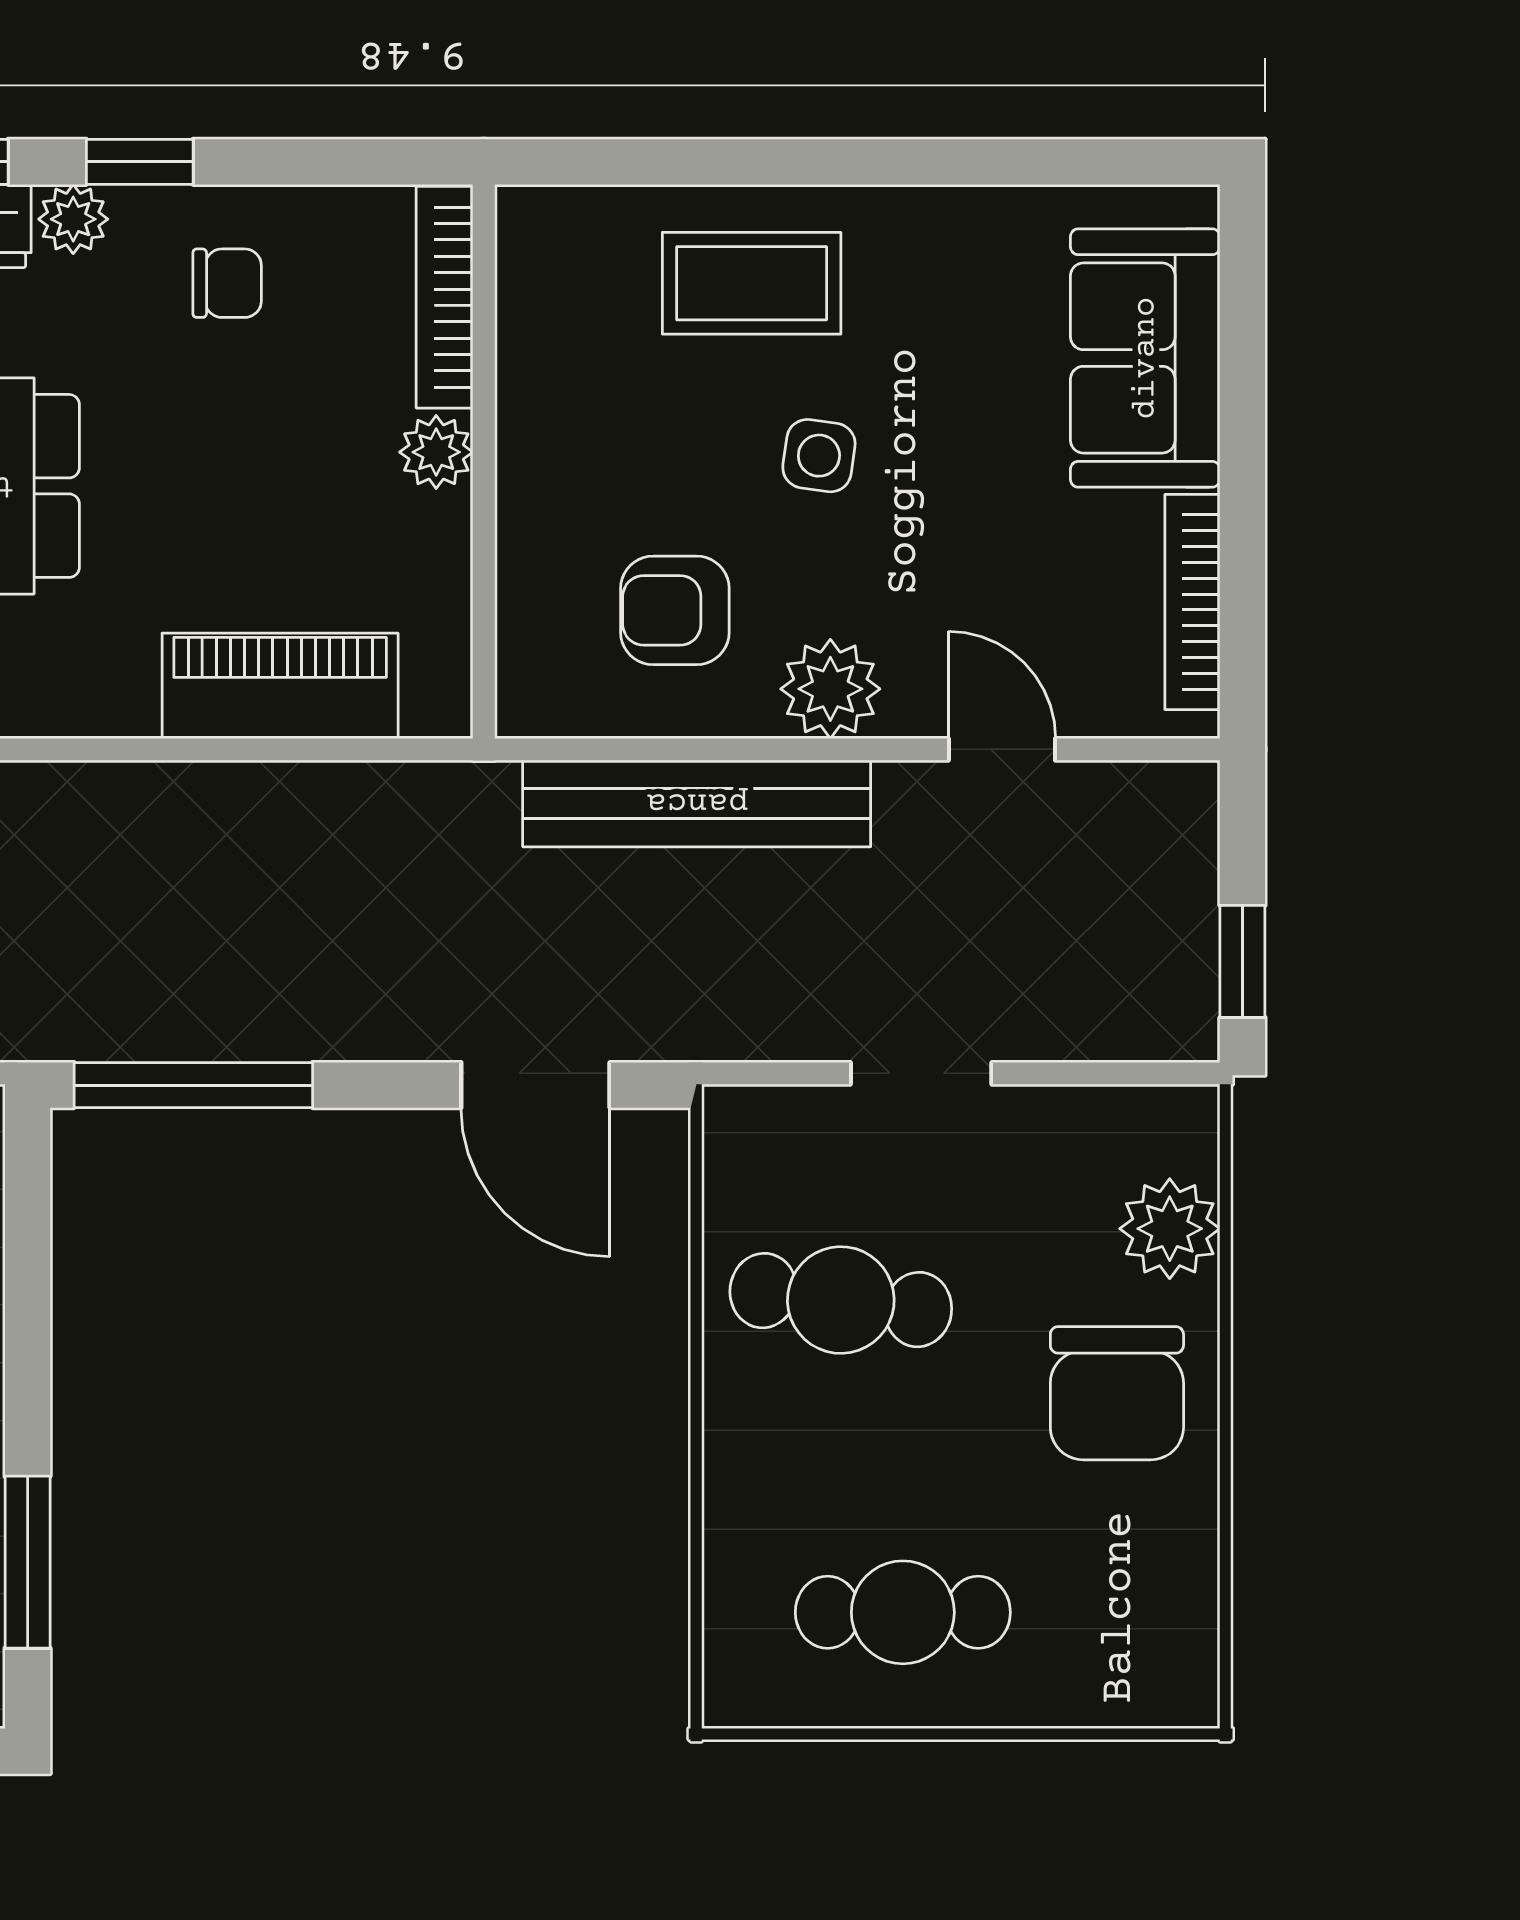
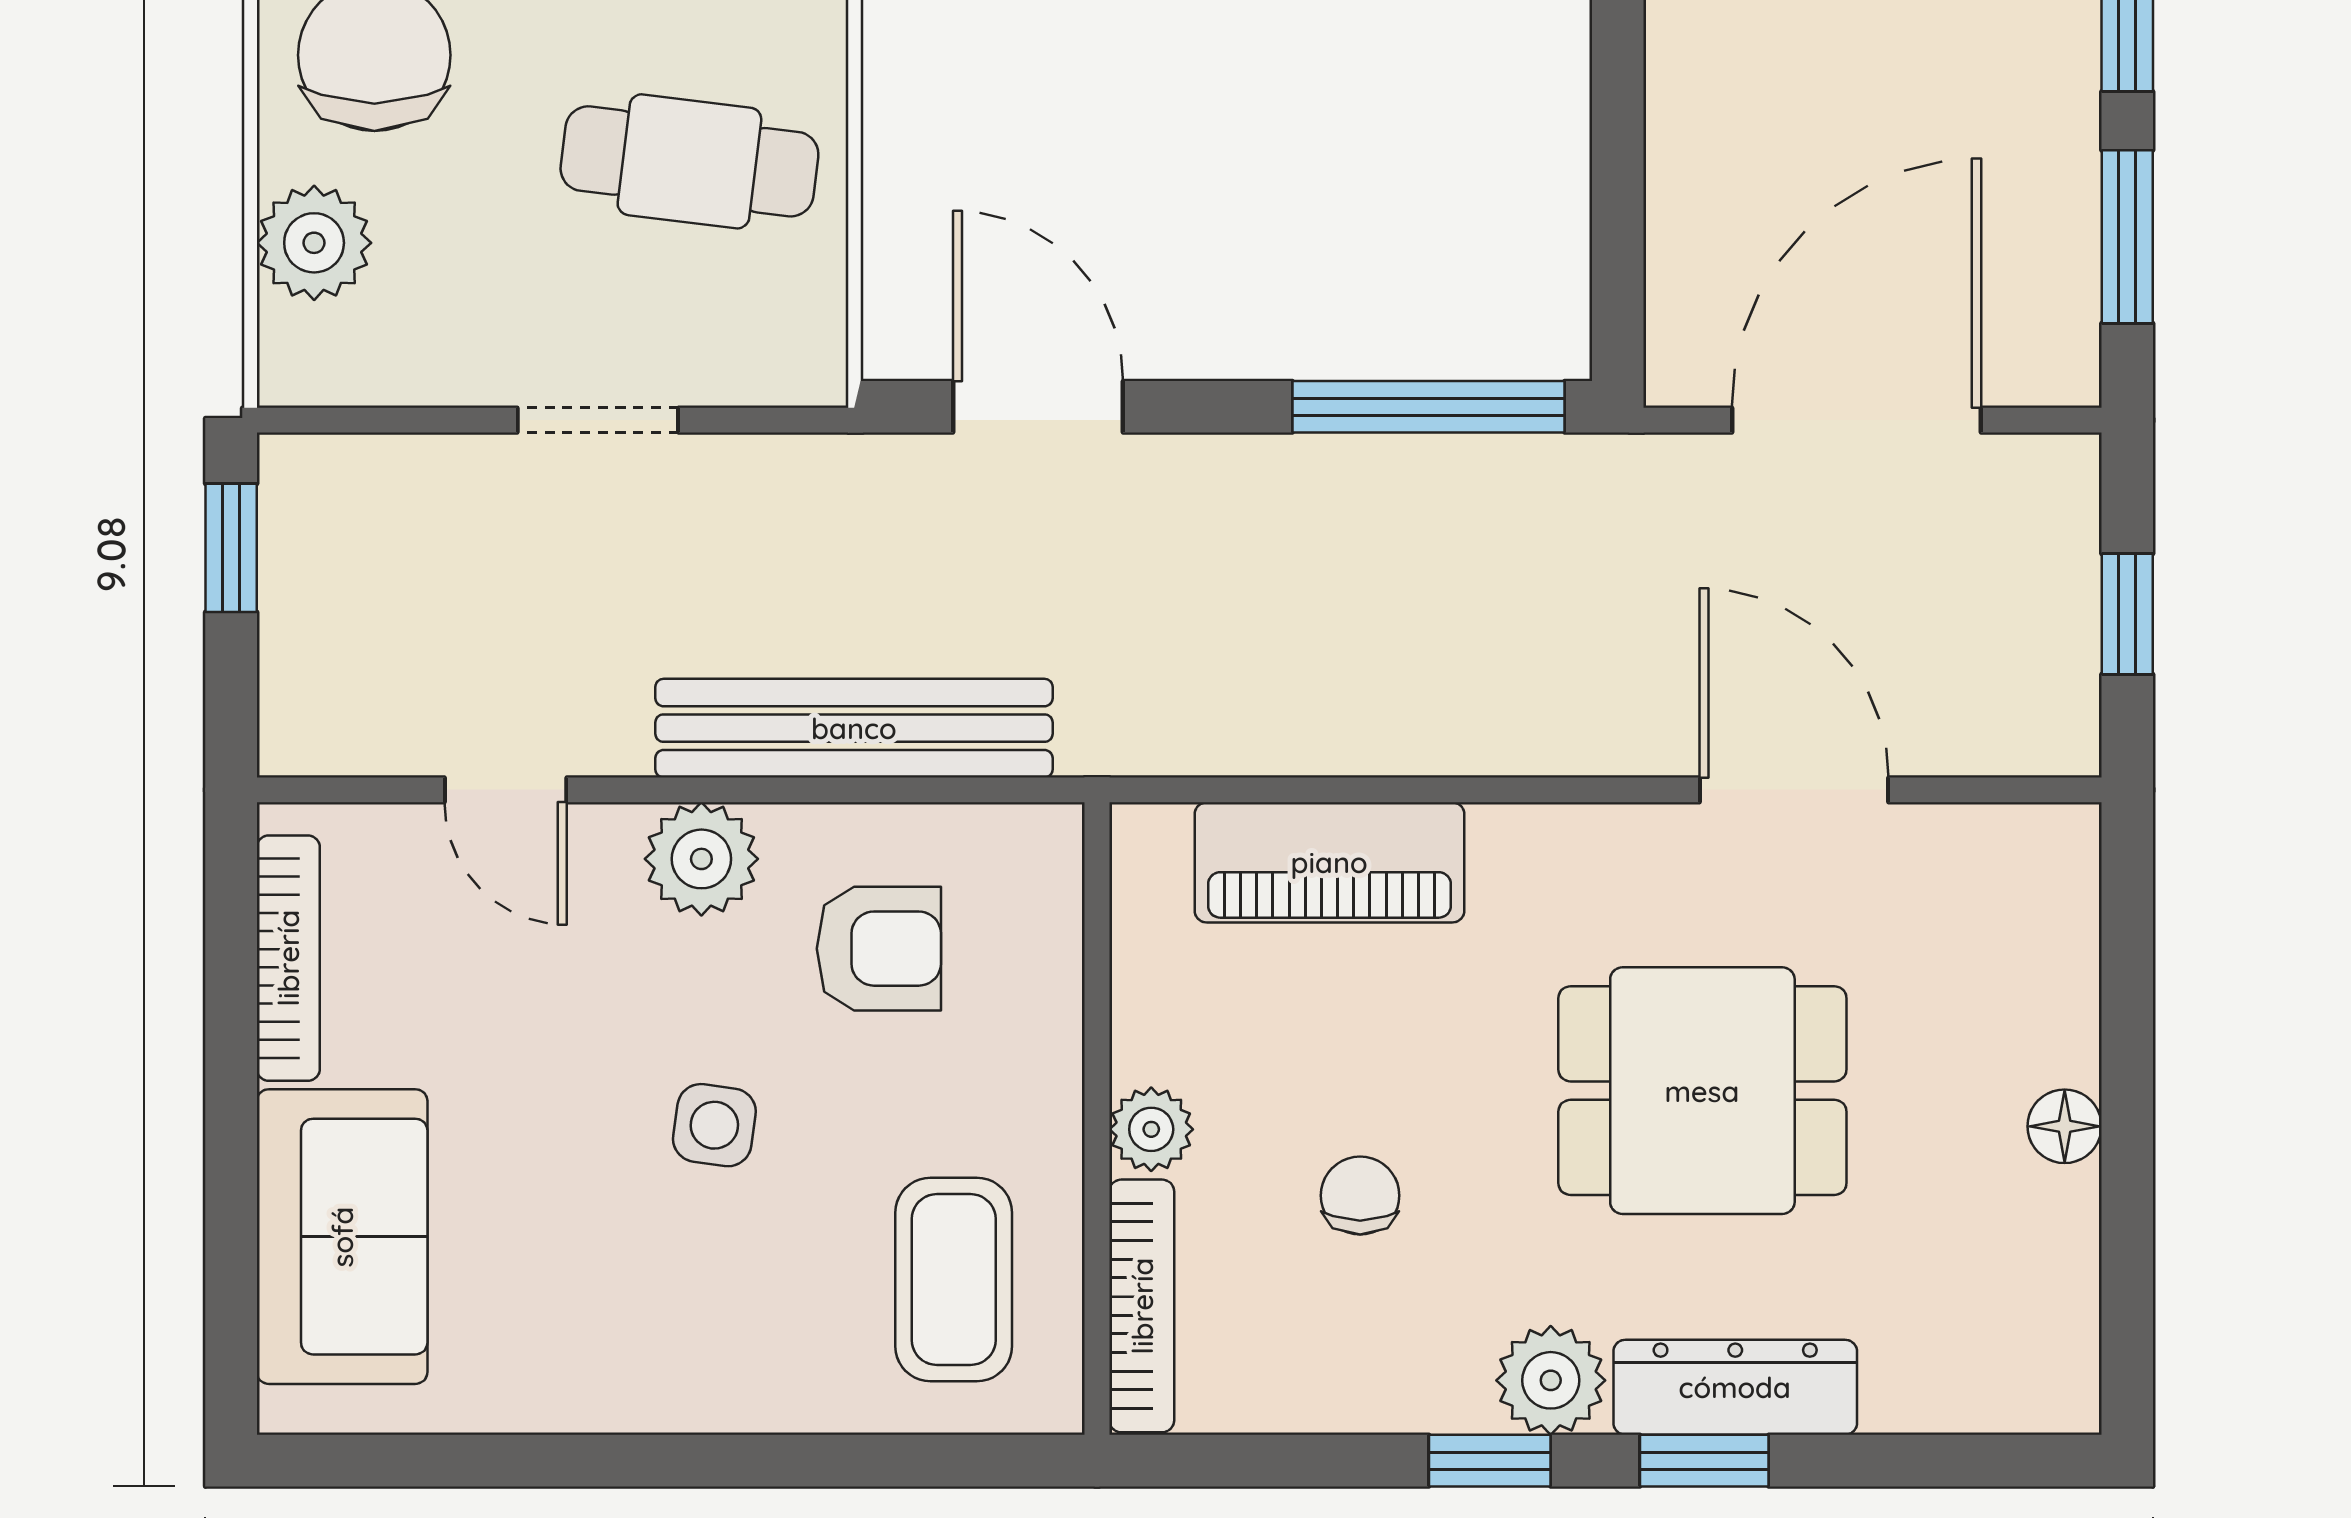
plant: (73, 219) -> (1551, 1380), width x1.38, depth x1.38
chair: (227, 283) -> (1360, 1196), moved, turned 90
coffee table: (752, 283) -> (954, 1280), moved, turned 90

